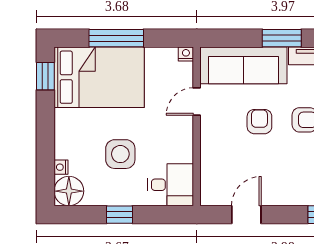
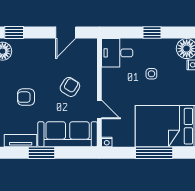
door: (197, 102) -> (99, 110), hinge flipped
armchair: (259, 122) -> (70, 87), moved, turned -148
side table: (120, 154) -> (151, 74), width x0.54, depth x0.54

